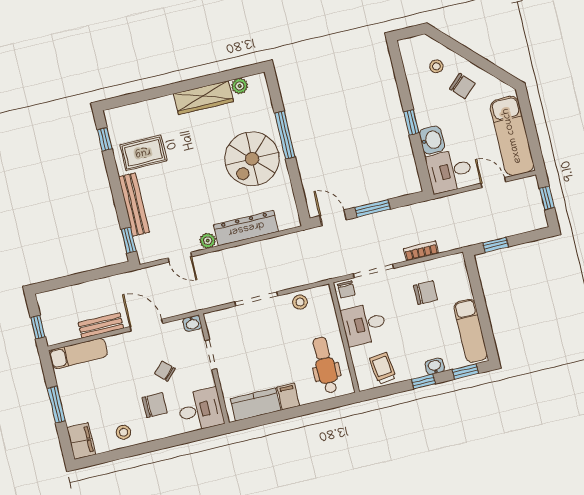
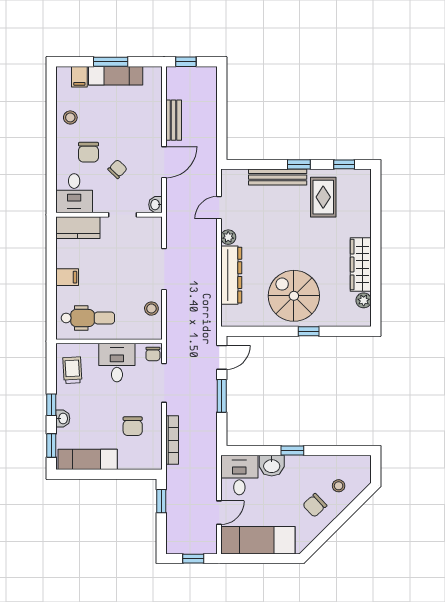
window: (285, 135) -> (309, 331), width x0.46
window: (129, 240) -> (299, 164), moved
bookcase: (421, 251) -> (172, 440), width x1.56
chair: (346, 289) -> (153, 354), turned -90
exam couch: (78, 353) -> (116, 76), moved, turned -90
trolley: (383, 368) -> (72, 370), turned -86
kitchen counter: (256, 405) -> (78, 228), moved, turned 90
filing cabinet: (81, 441) -> (79, 77), width x0.50

